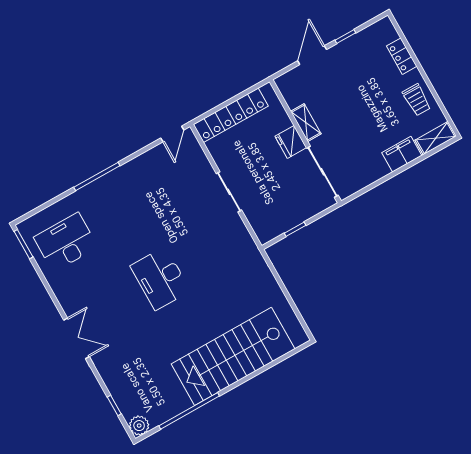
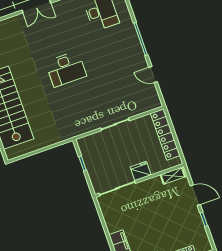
shelving: (306, 123) -> (173, 176), moved
door: (172, 134) -> (153, 75), moved
desk: (160, 278) -> (66, 69), turned 180

